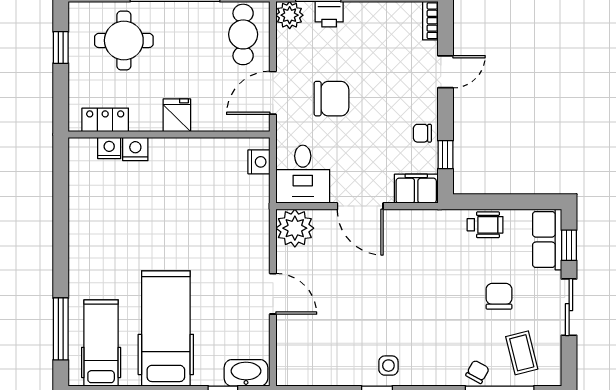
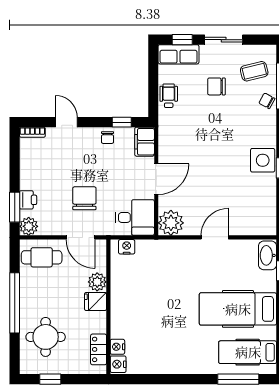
plant: (206, 118) -> (97, 282), added
nightstand: (135, 149) -> (118, 364), moved
side table: (388, 366) -> (263, 160), width x1.87, depth x1.87

